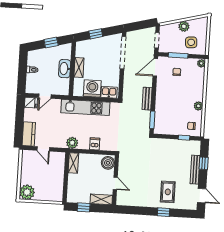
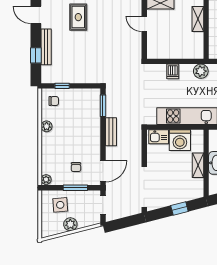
shelving: (73, 163) -> (198, 19), moved
boiler: (108, 163) -> (155, 49), removed

